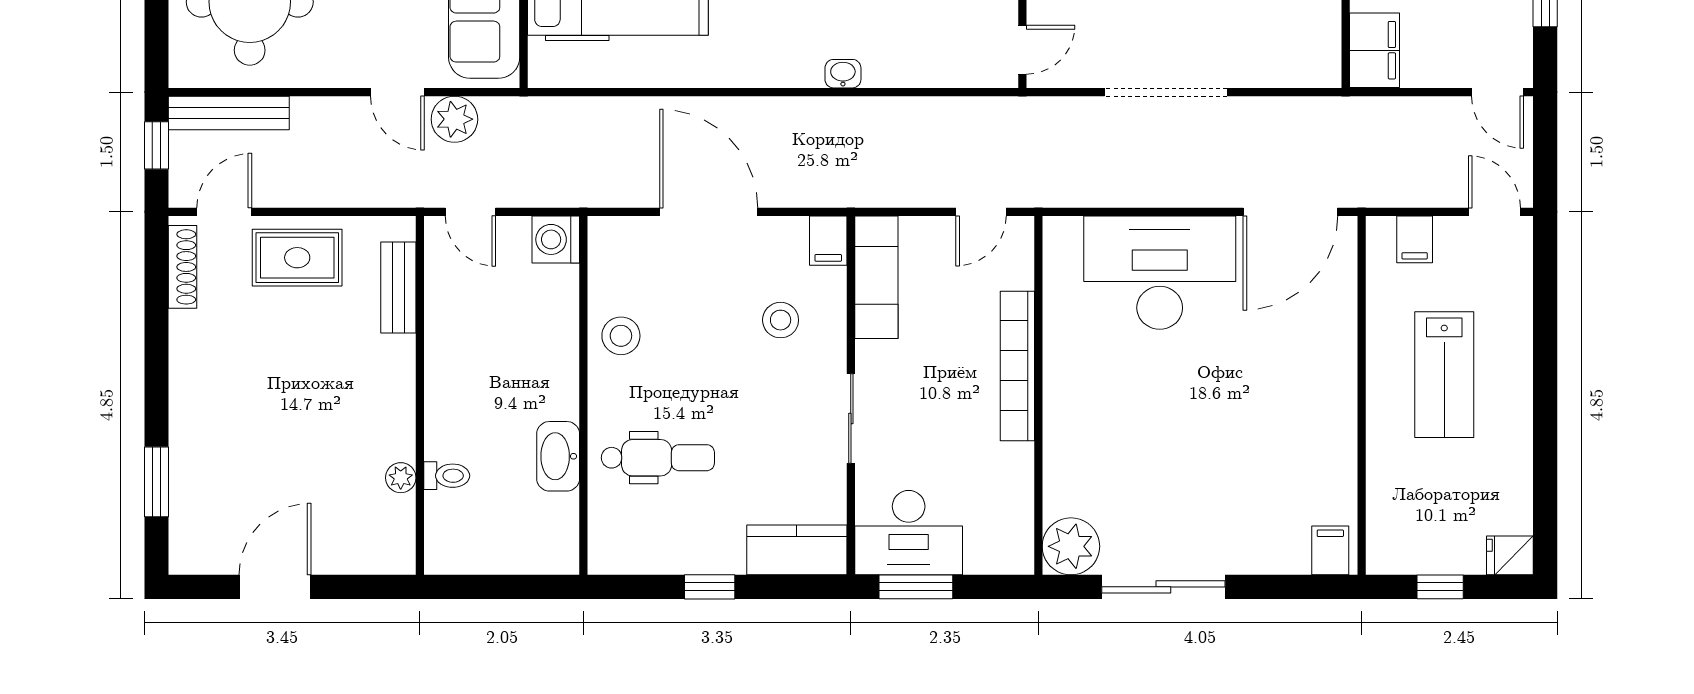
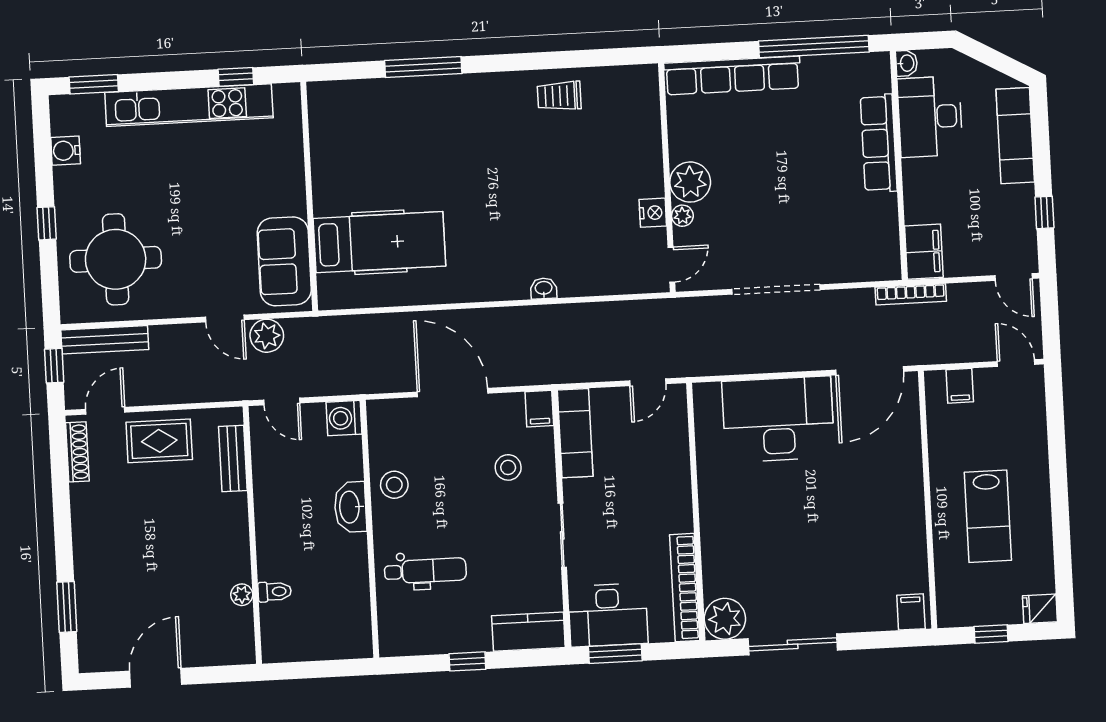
bookcase: (1353, 109) -> (911, 294), added
bookcase: (1017, 366) -> (685, 588), moved
lab bench: (1444, 375) -> (988, 516), moved
washbasin: (558, 456) -> (350, 507), moved

